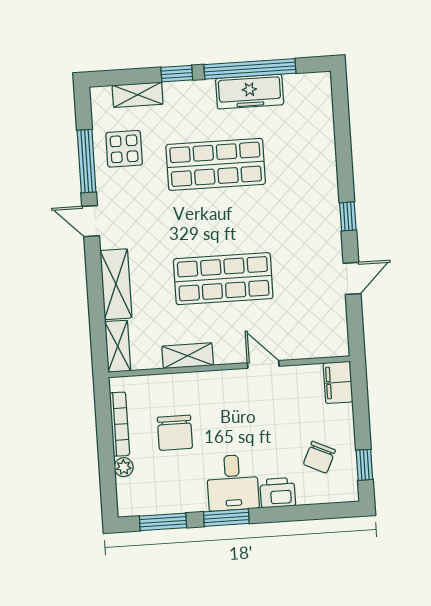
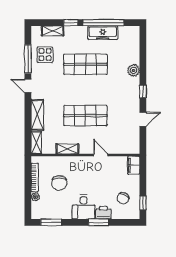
plant: (324, 171) -> (134, 70), added
window: (226, 518) -> (99, 222), moved

